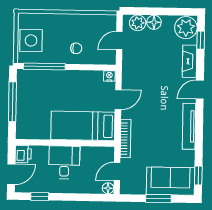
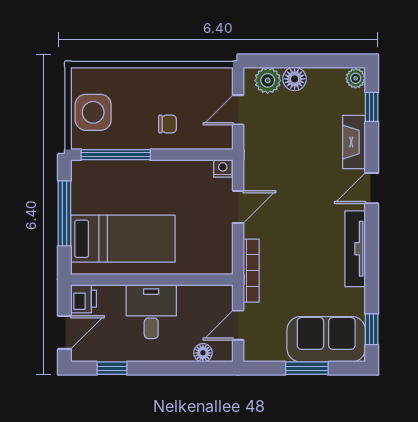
plant: (186, 28) -> (356, 78), width x0.53, depth x0.53
bed: (83, 126) -> (123, 239), moved, turned 180
floor lamp: (108, 188) -> (203, 353), moved

